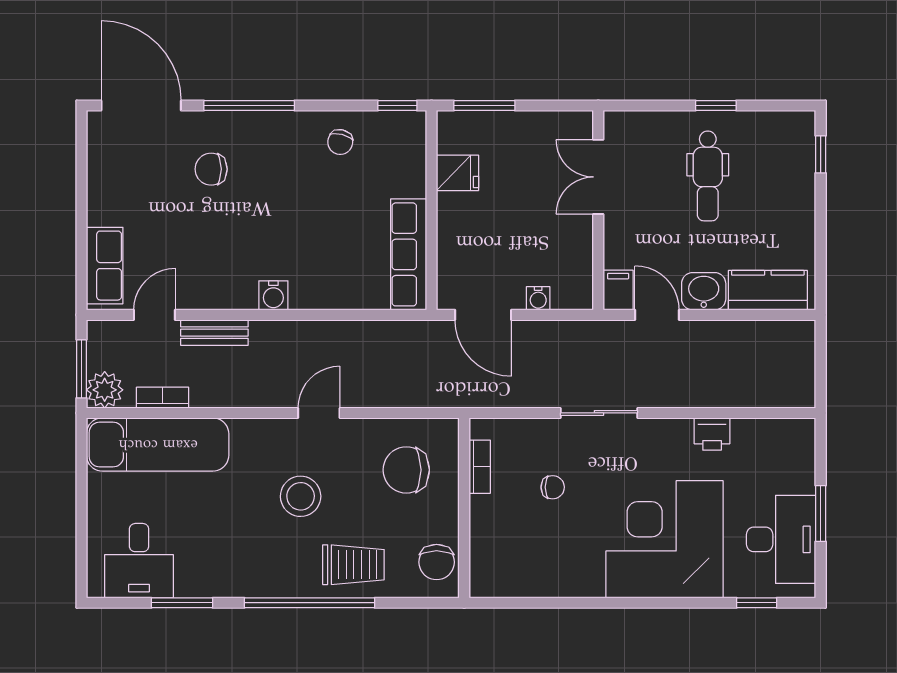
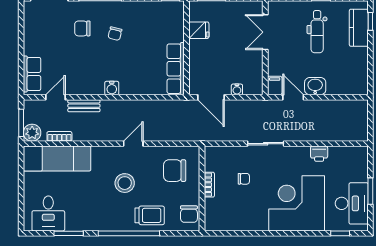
chair: (340, 142) -> (115, 34), moved
kitchen counter: (768, 290) -> (359, 28), moved, turned -90
bookcase: (480, 467) -> (209, 185), moved

